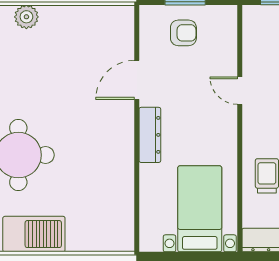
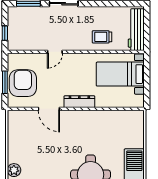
armchair: (183, 33) -> (23, 83), width x1.88, depth x1.88

